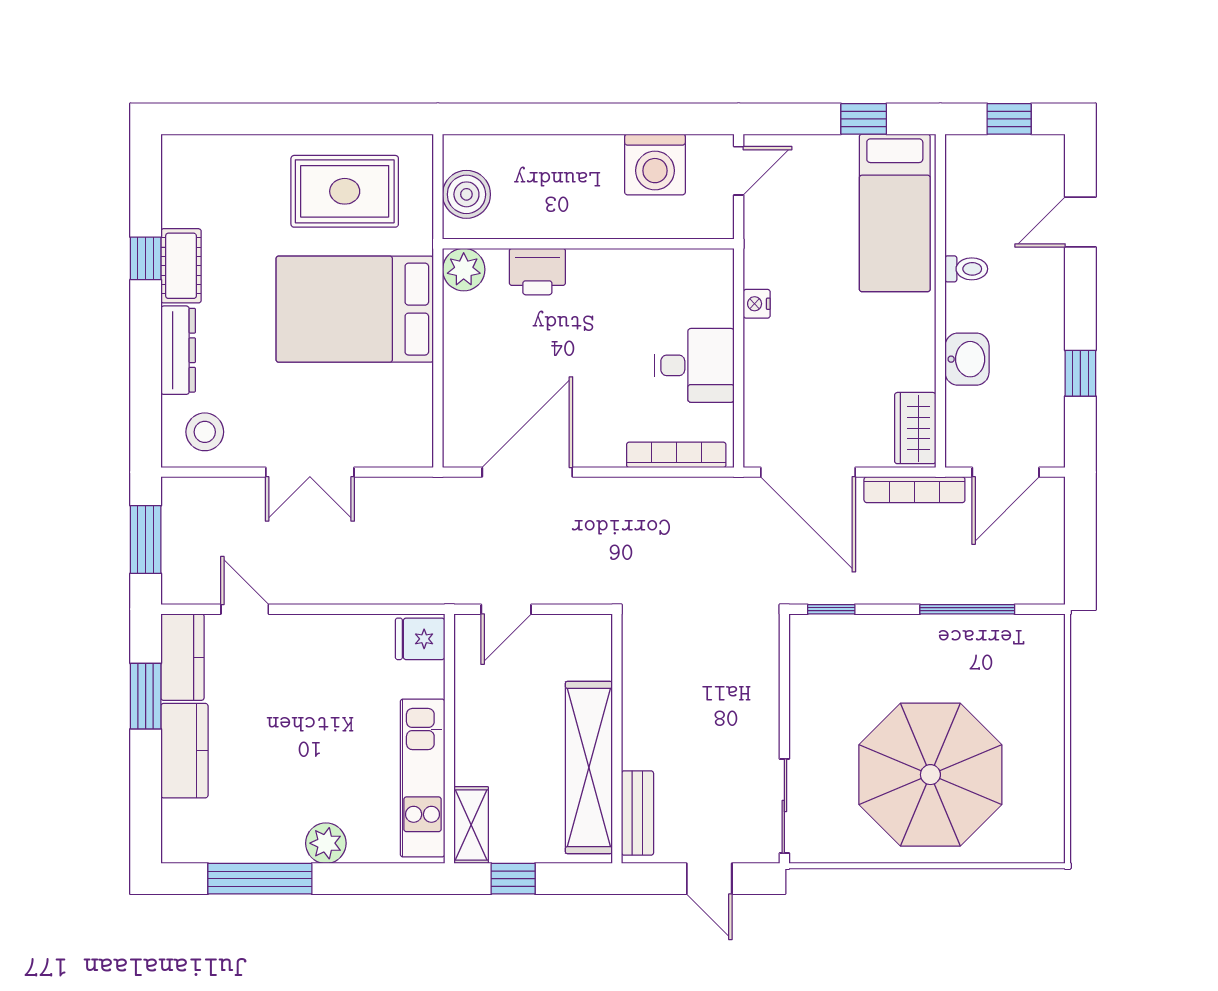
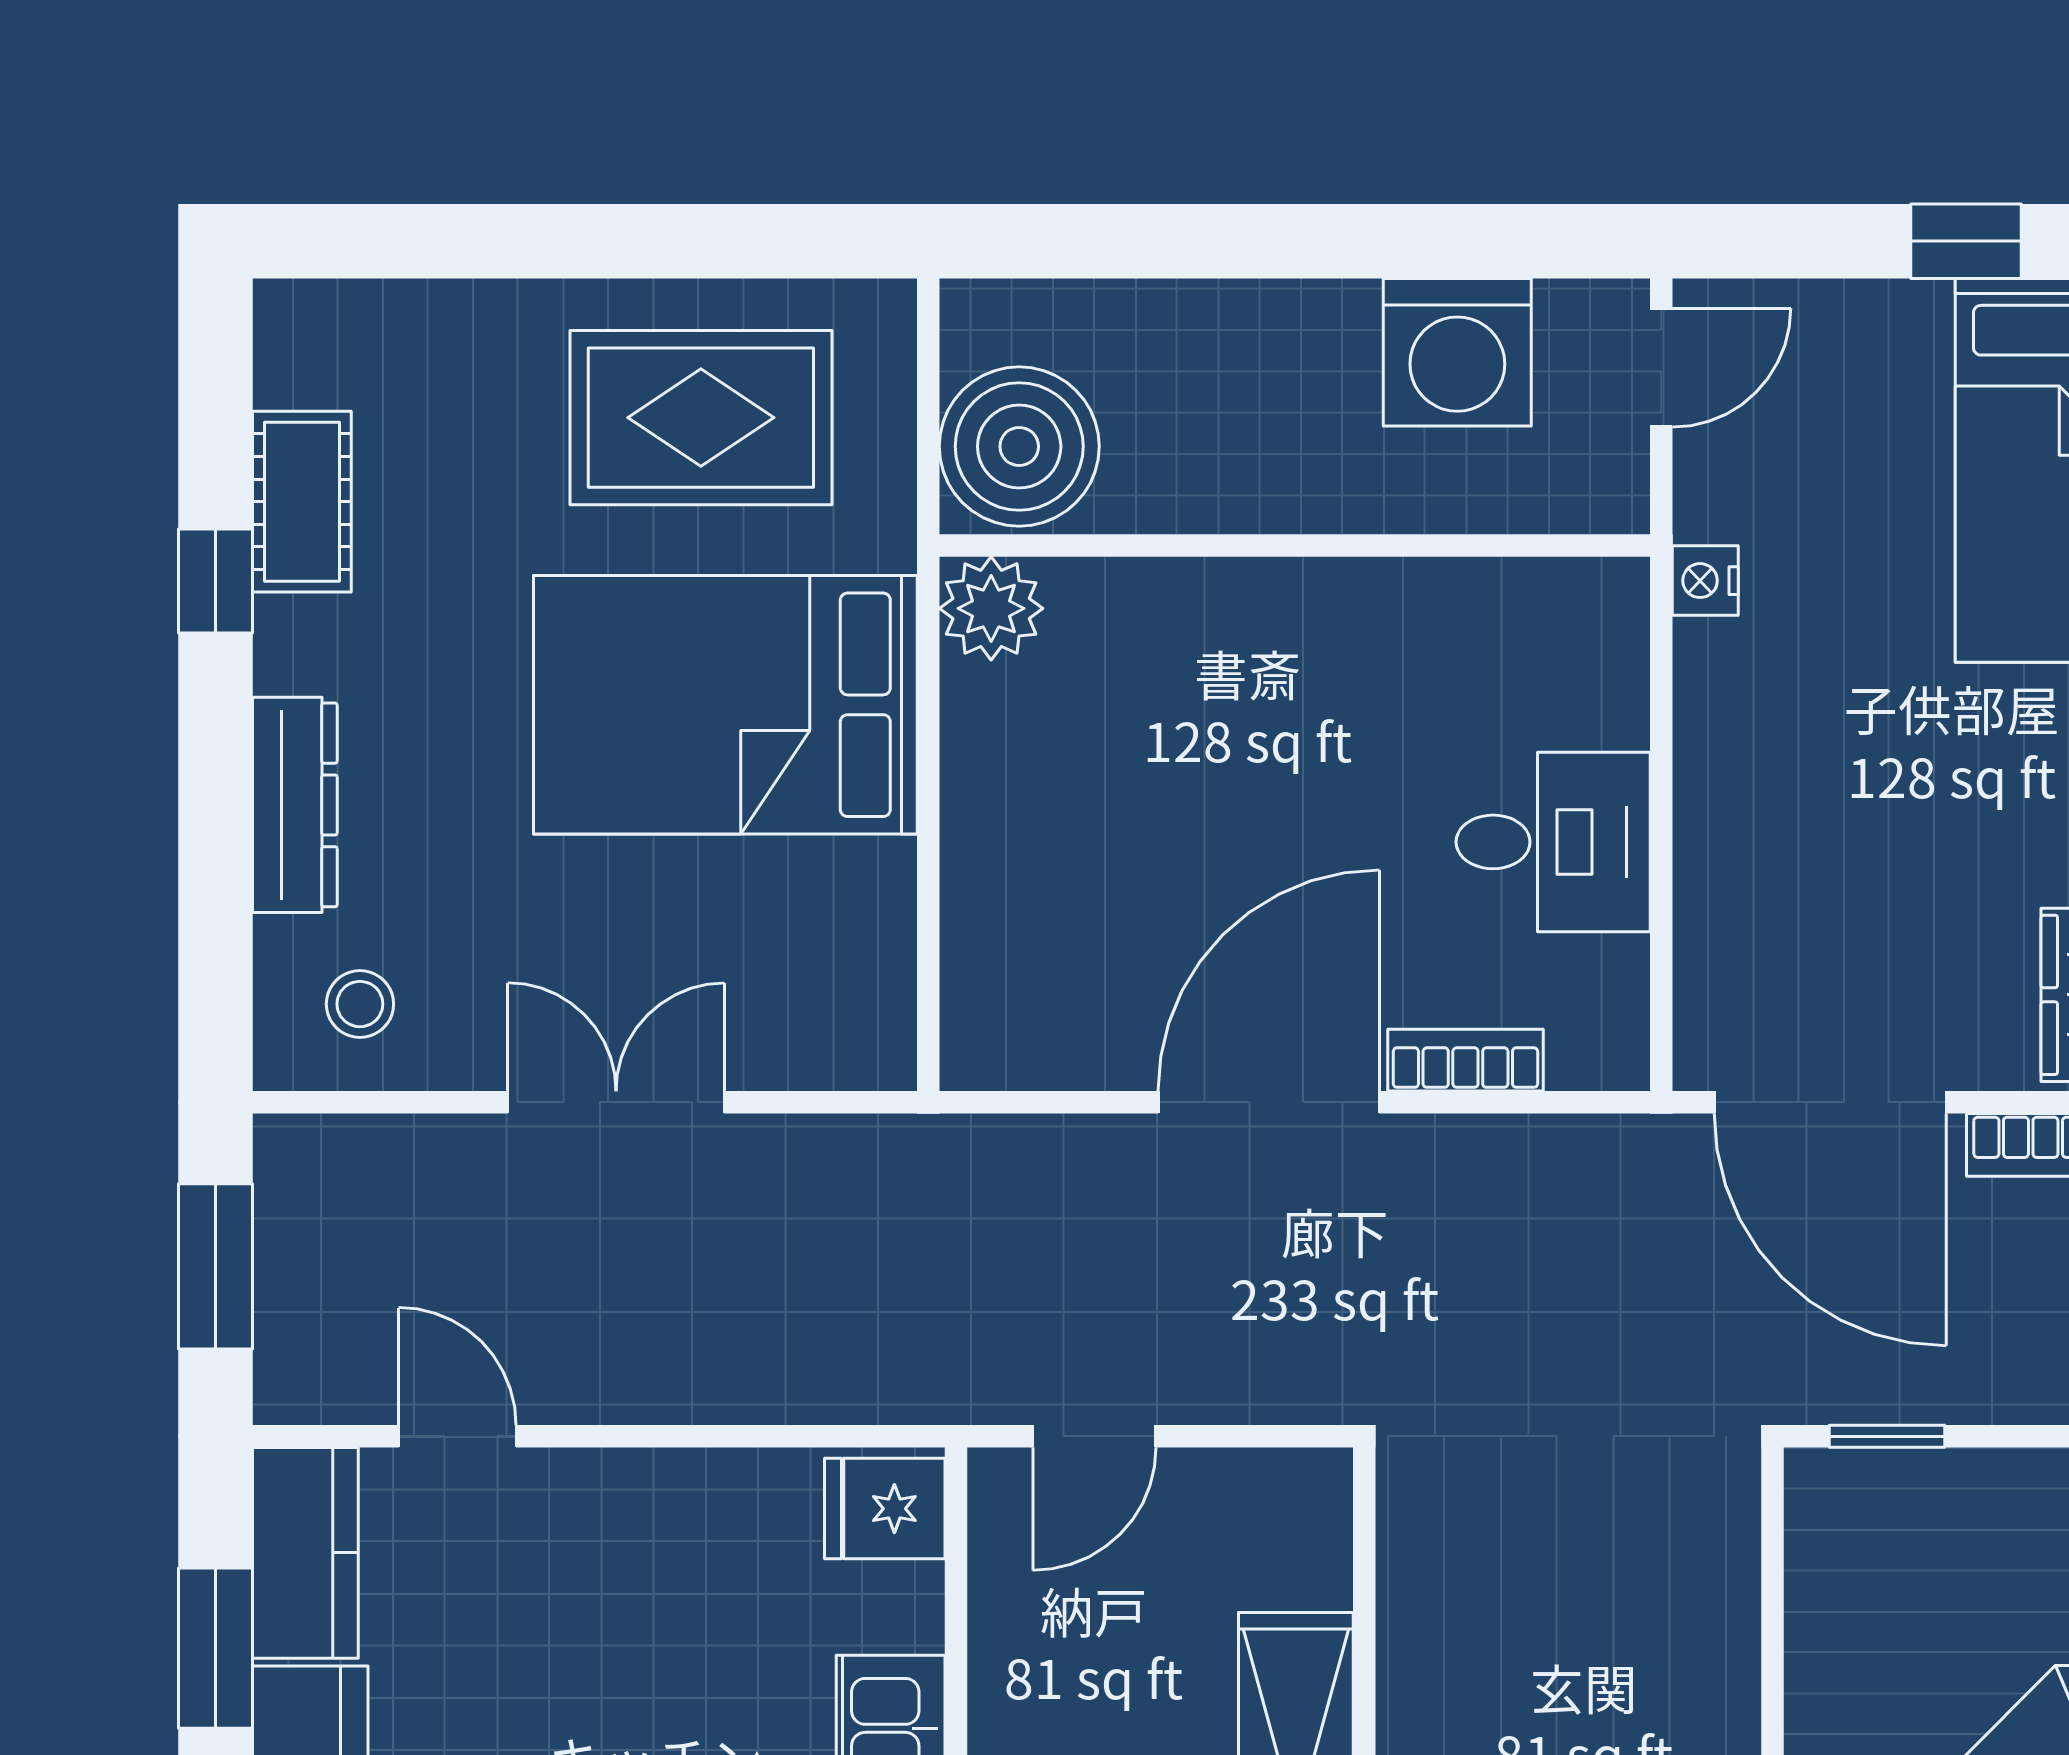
boiler: (466, 194) -> (1019, 446), width x1.37, depth x1.37
cot: (181, 266) -> (302, 502), moved
printer: (537, 272) -> (1171, 613), removed
nightstand: (757, 304) -> (1705, 581), moved
stool: (205, 432) -> (360, 1004), width x0.73, depth x0.73
bookcase: (676, 455) -> (1465, 1060), width x0.64
double door: (310, 472) -> (616, 1102), swing flipped
door: (527, 472) -> (1269, 1102), moved

